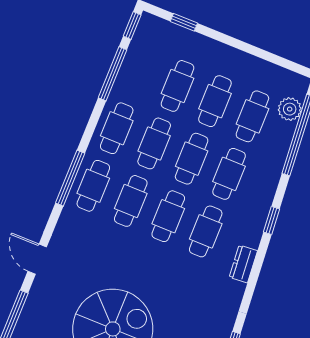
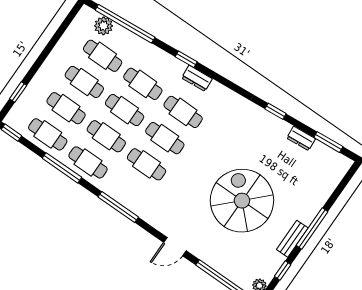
window: (112, 74) -> (62, 168), moved
cafe table: (93, 186) -> (48, 134), moved
dresser: (243, 264) -> (197, 78), moved

